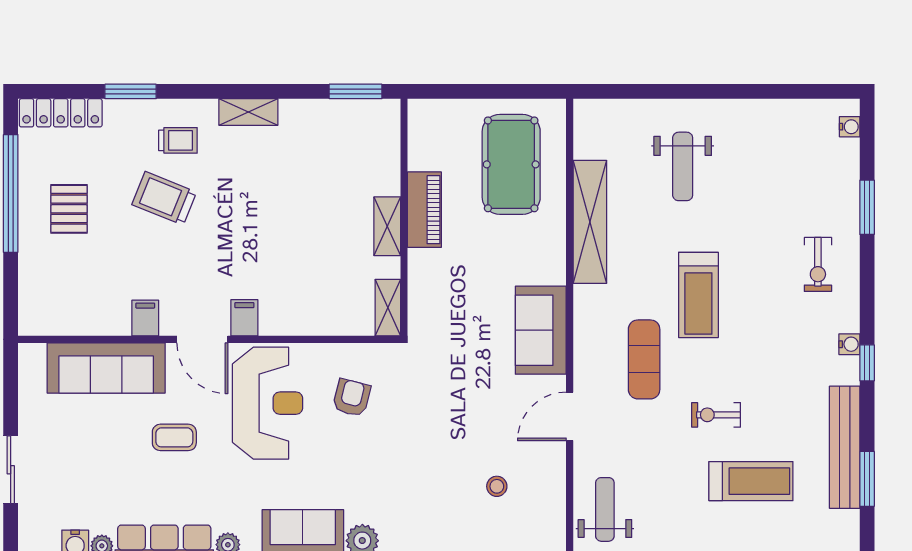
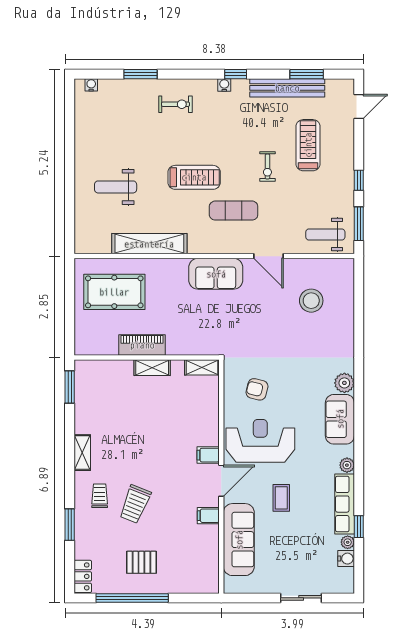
locker: (61, 113) -> (83, 576), width x0.66
weight bench: (683, 166) -> (116, 187), turned 180
stool: (497, 486) -> (311, 301), width x1.89, depth x1.89

